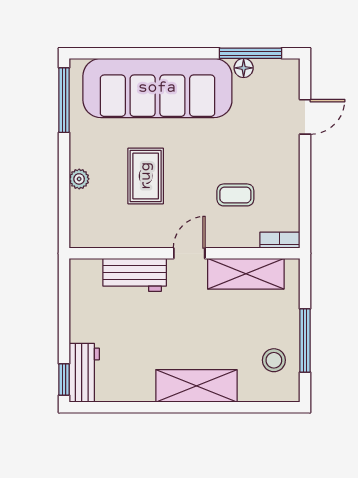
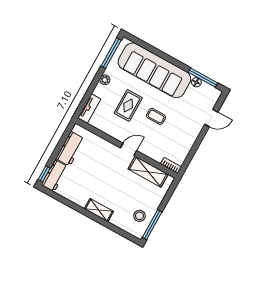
plant: (79, 179) -> (105, 80), moved
coffee table: (235, 195) -> (156, 116), moved
tv unit: (80, 220) -> (89, 109), added
workbench: (135, 275) -> (70, 149), moved, turned -90
window: (305, 341) -> (152, 225), moved
shelving: (196, 386) -> (99, 210), width x0.67, depth x0.75

